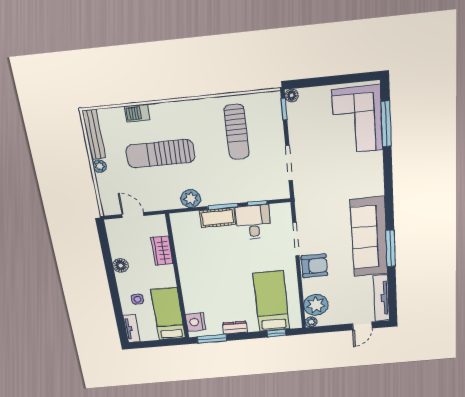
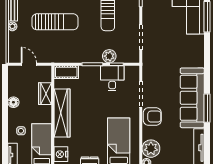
sun lounger: (160, 154) -> (55, 22), turned 180
plant: (191, 199) -> (109, 56), moved
cot: (217, 218) -> (66, 72), moved
wardrobe: (189, 273) -> (62, 113), added

